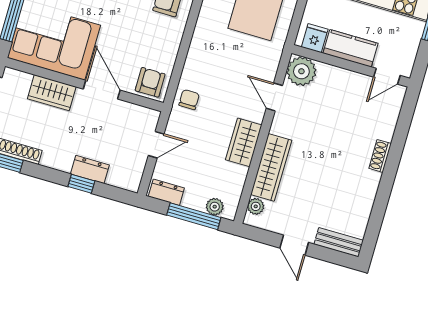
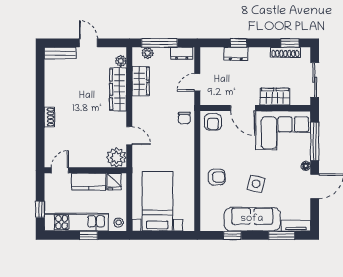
wardrobe: (244, 142) -> (141, 81), moved

